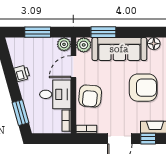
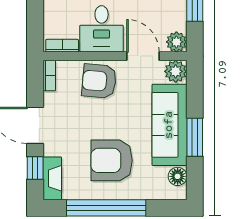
window: (103, 32) -> (195, 137), moved
armchair: (143, 88) -> (112, 160), turned 90

